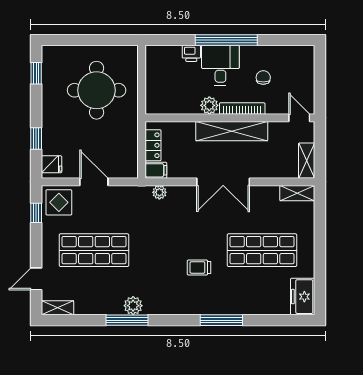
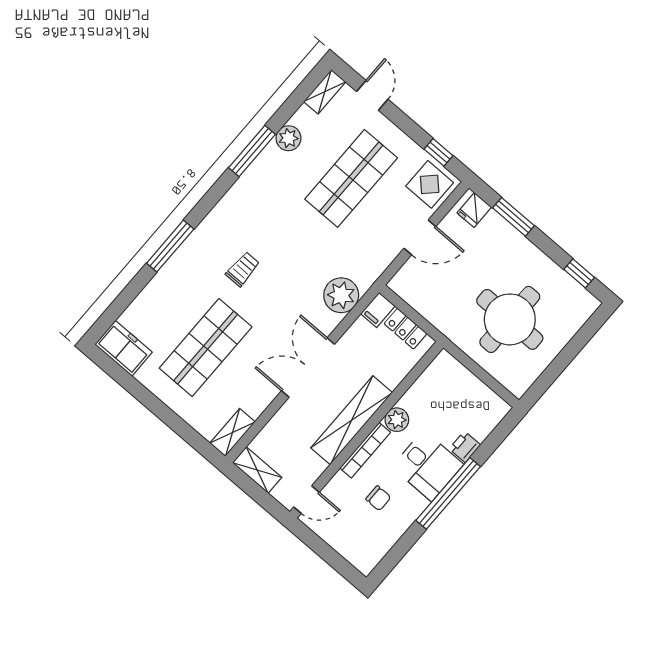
window: (36, 139) -> (513, 217), width x1.50
plant: (159, 192) -> (341, 295), width x1.88, depth x1.88
plant: (133, 306) -> (288, 138), moved

